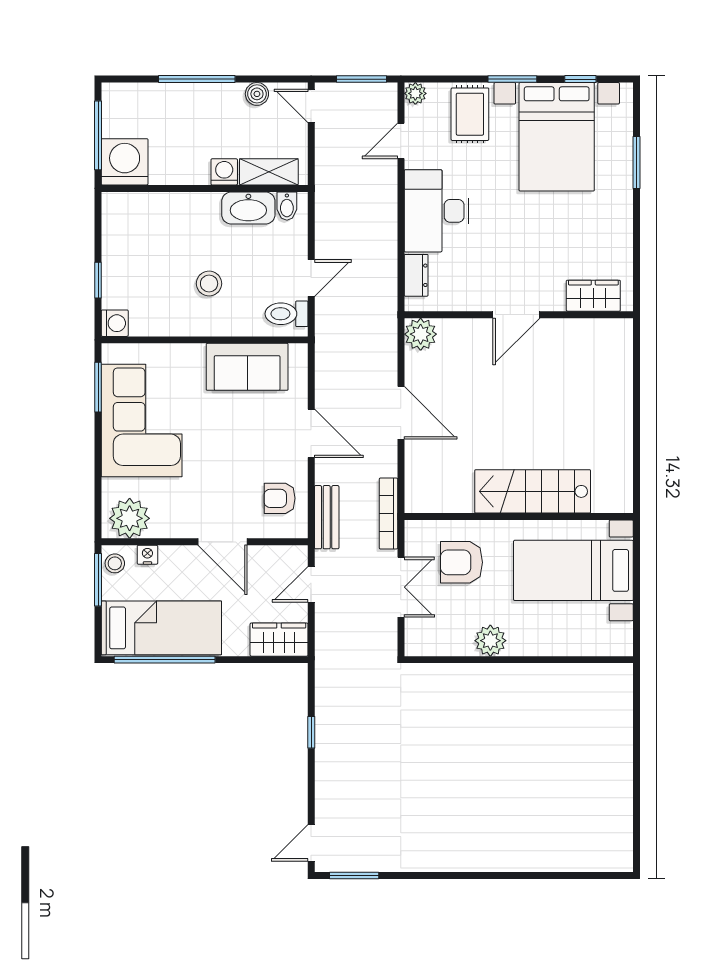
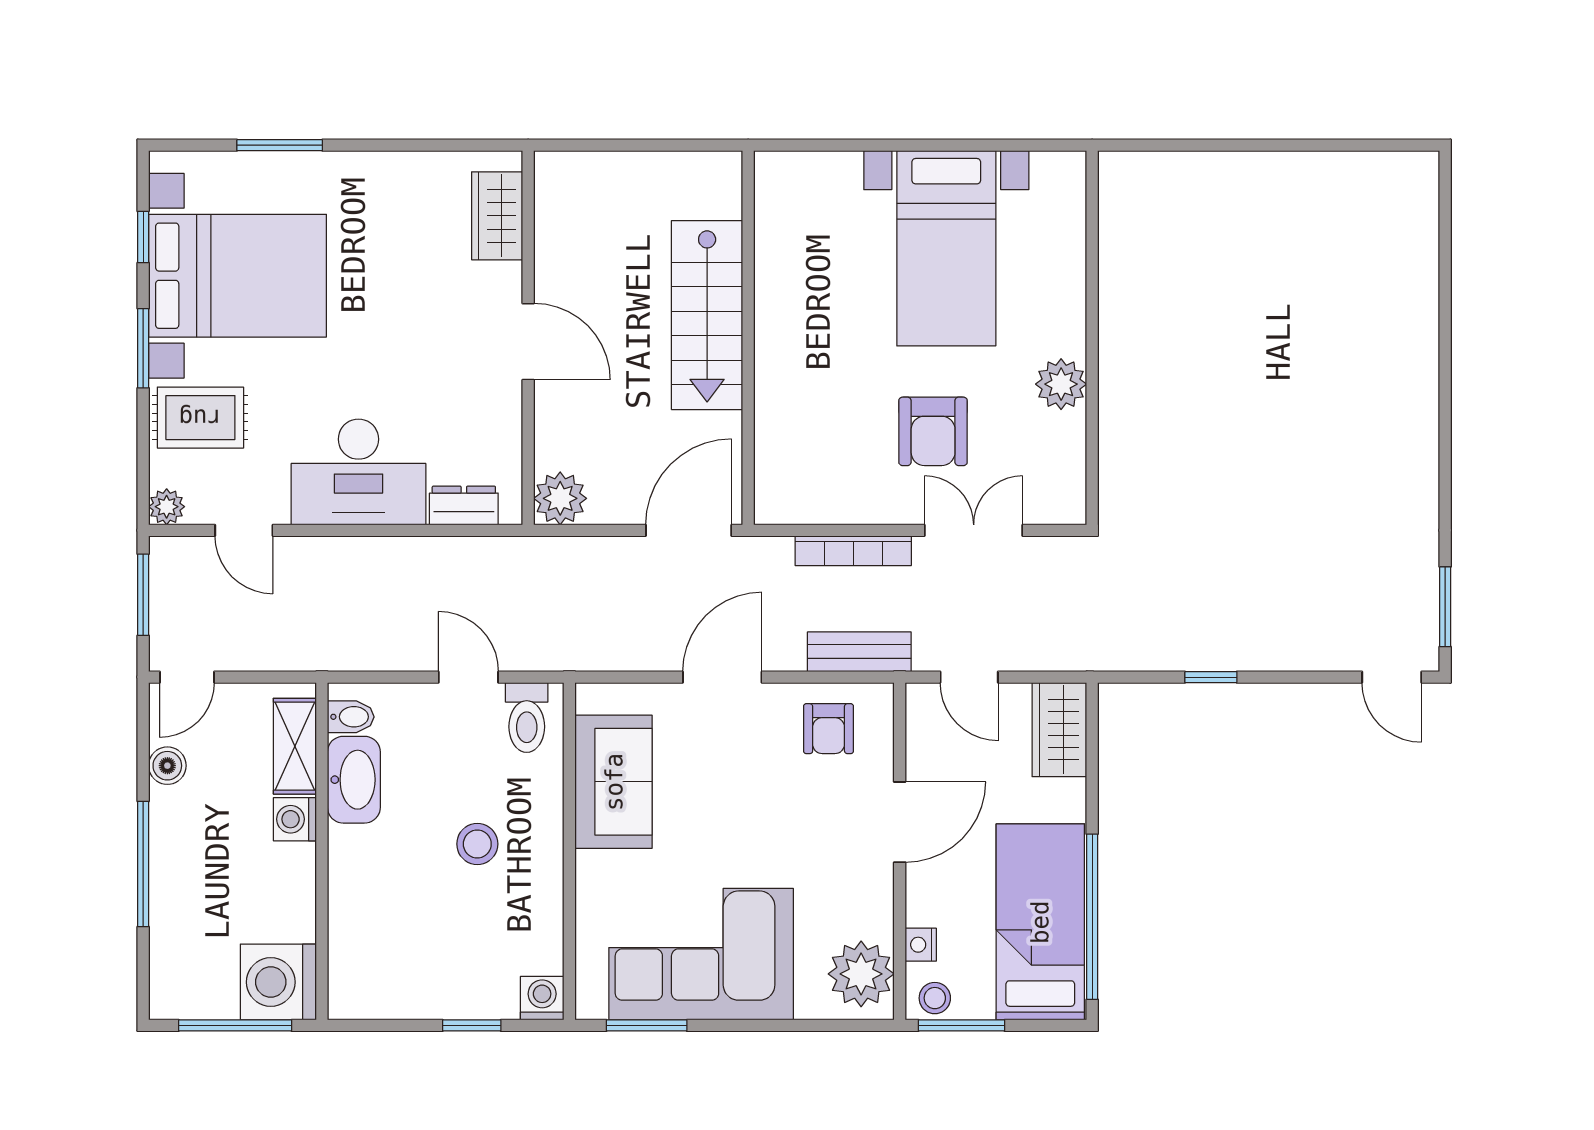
stairs: (533, 491) -> (707, 315), moved
wall: (519, 517) -> (748, 338), moved

